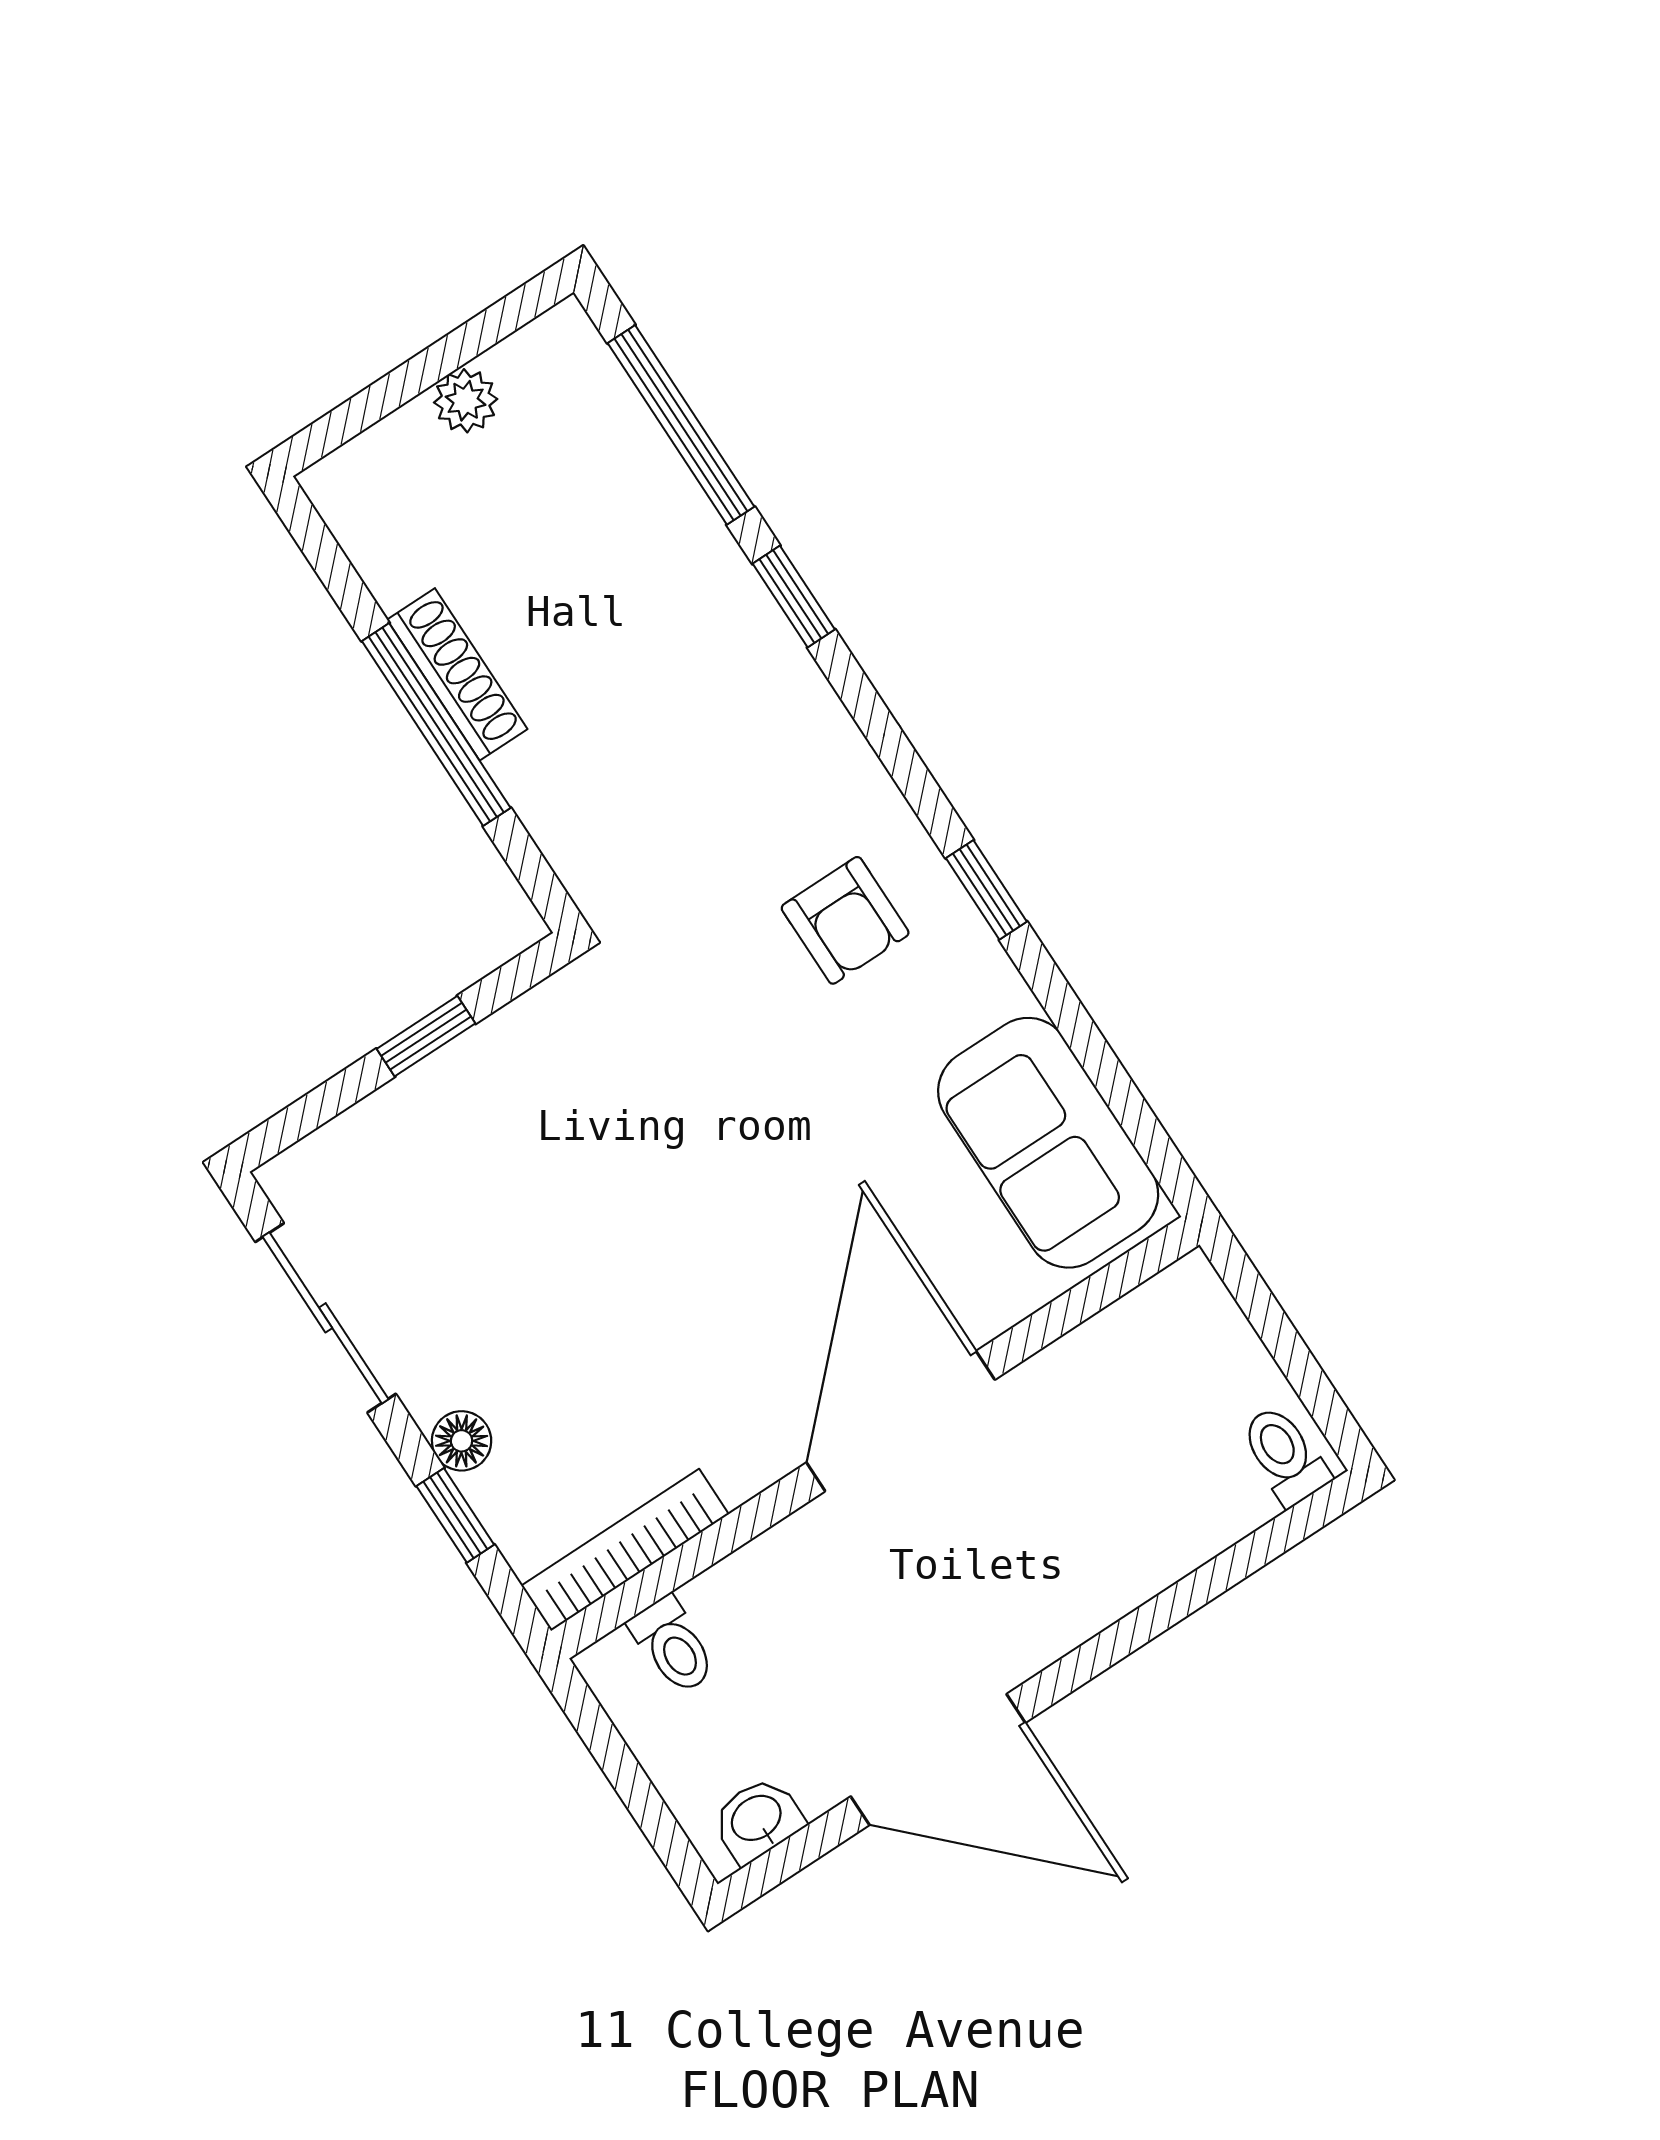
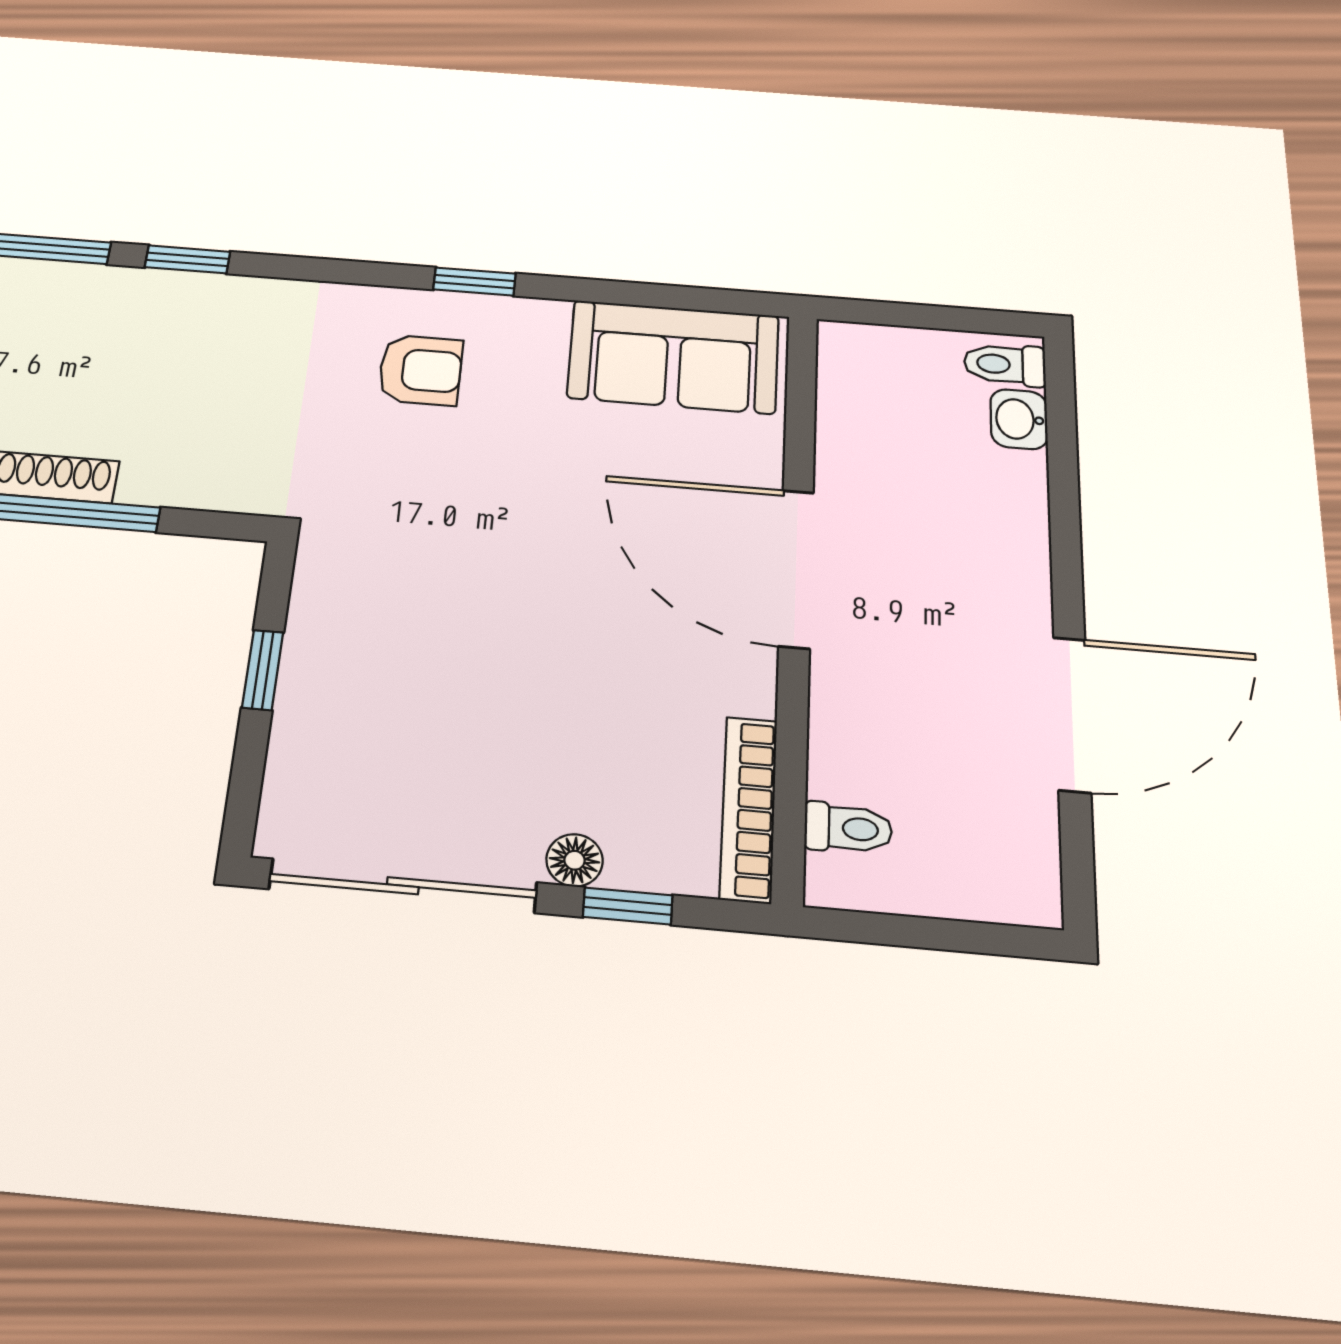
sliding door: (326, 1318) -> (403, 886), width x1.37
washbasin: (757, 1820) -> (1019, 419), moved

